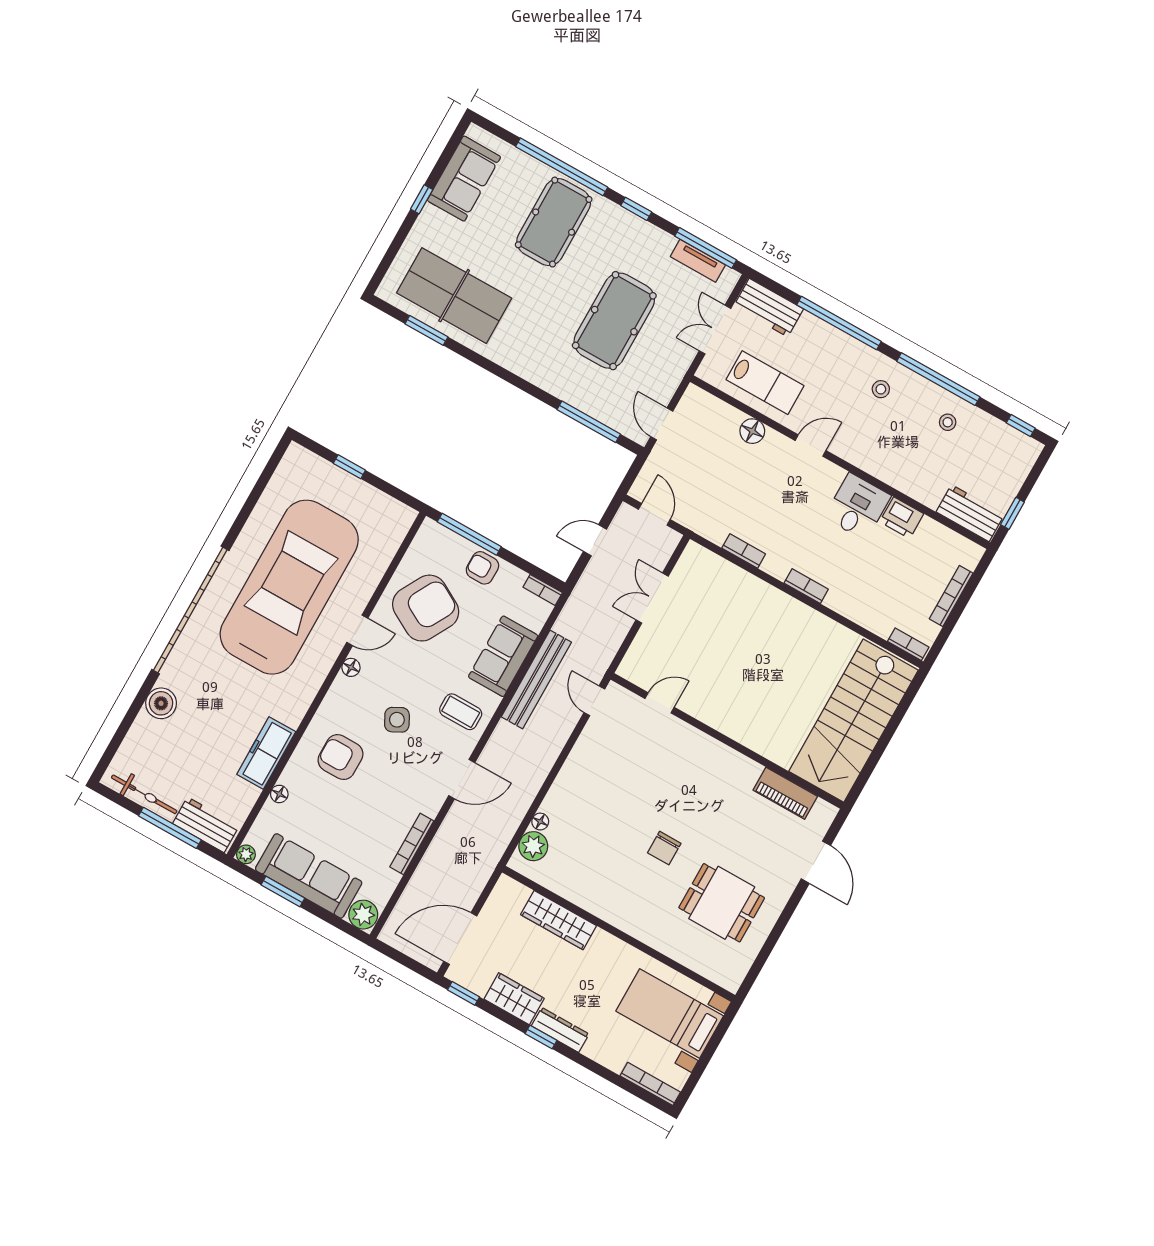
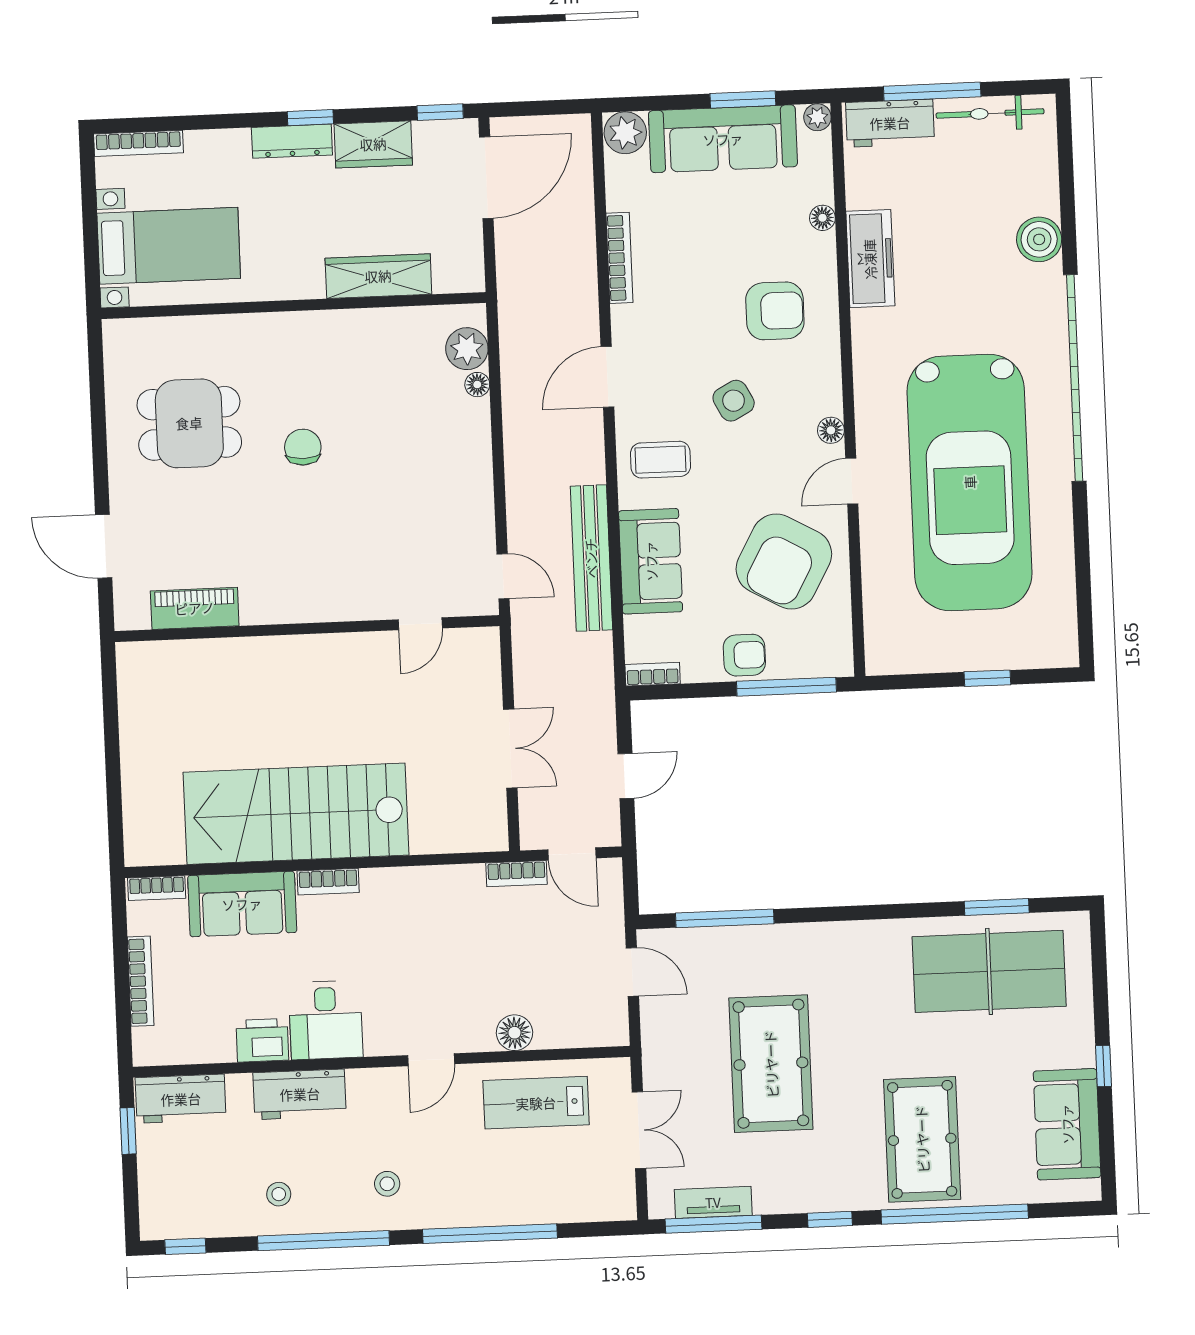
workbench: (768, 308) -> (300, 1094), moved, turned 180
bookcase: (744, 551) -> (517, 874), moved
sofa: (864, 604) -> (242, 904), added
stairs: (854, 721) -> (296, 814), moved, turned -90

